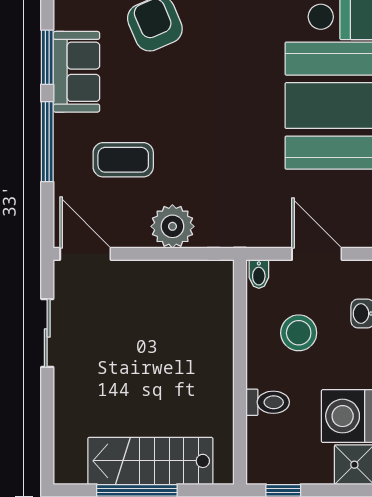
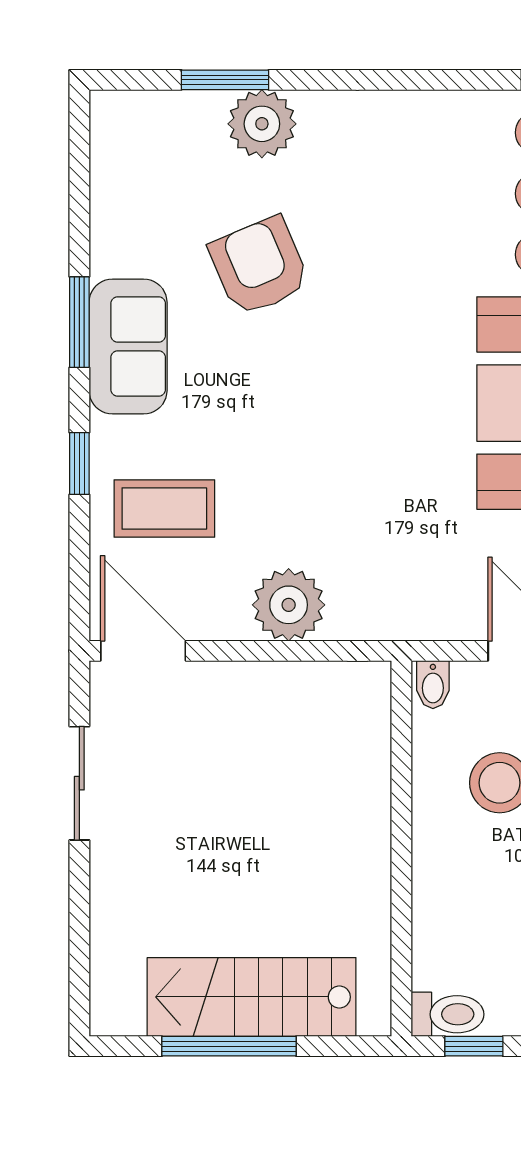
window: (47, 142) -> (79, 463), width x0.46
coffee table: (123, 160) -> (164, 508), moved
toilet: (268, 402) -> (448, 1014), moved

